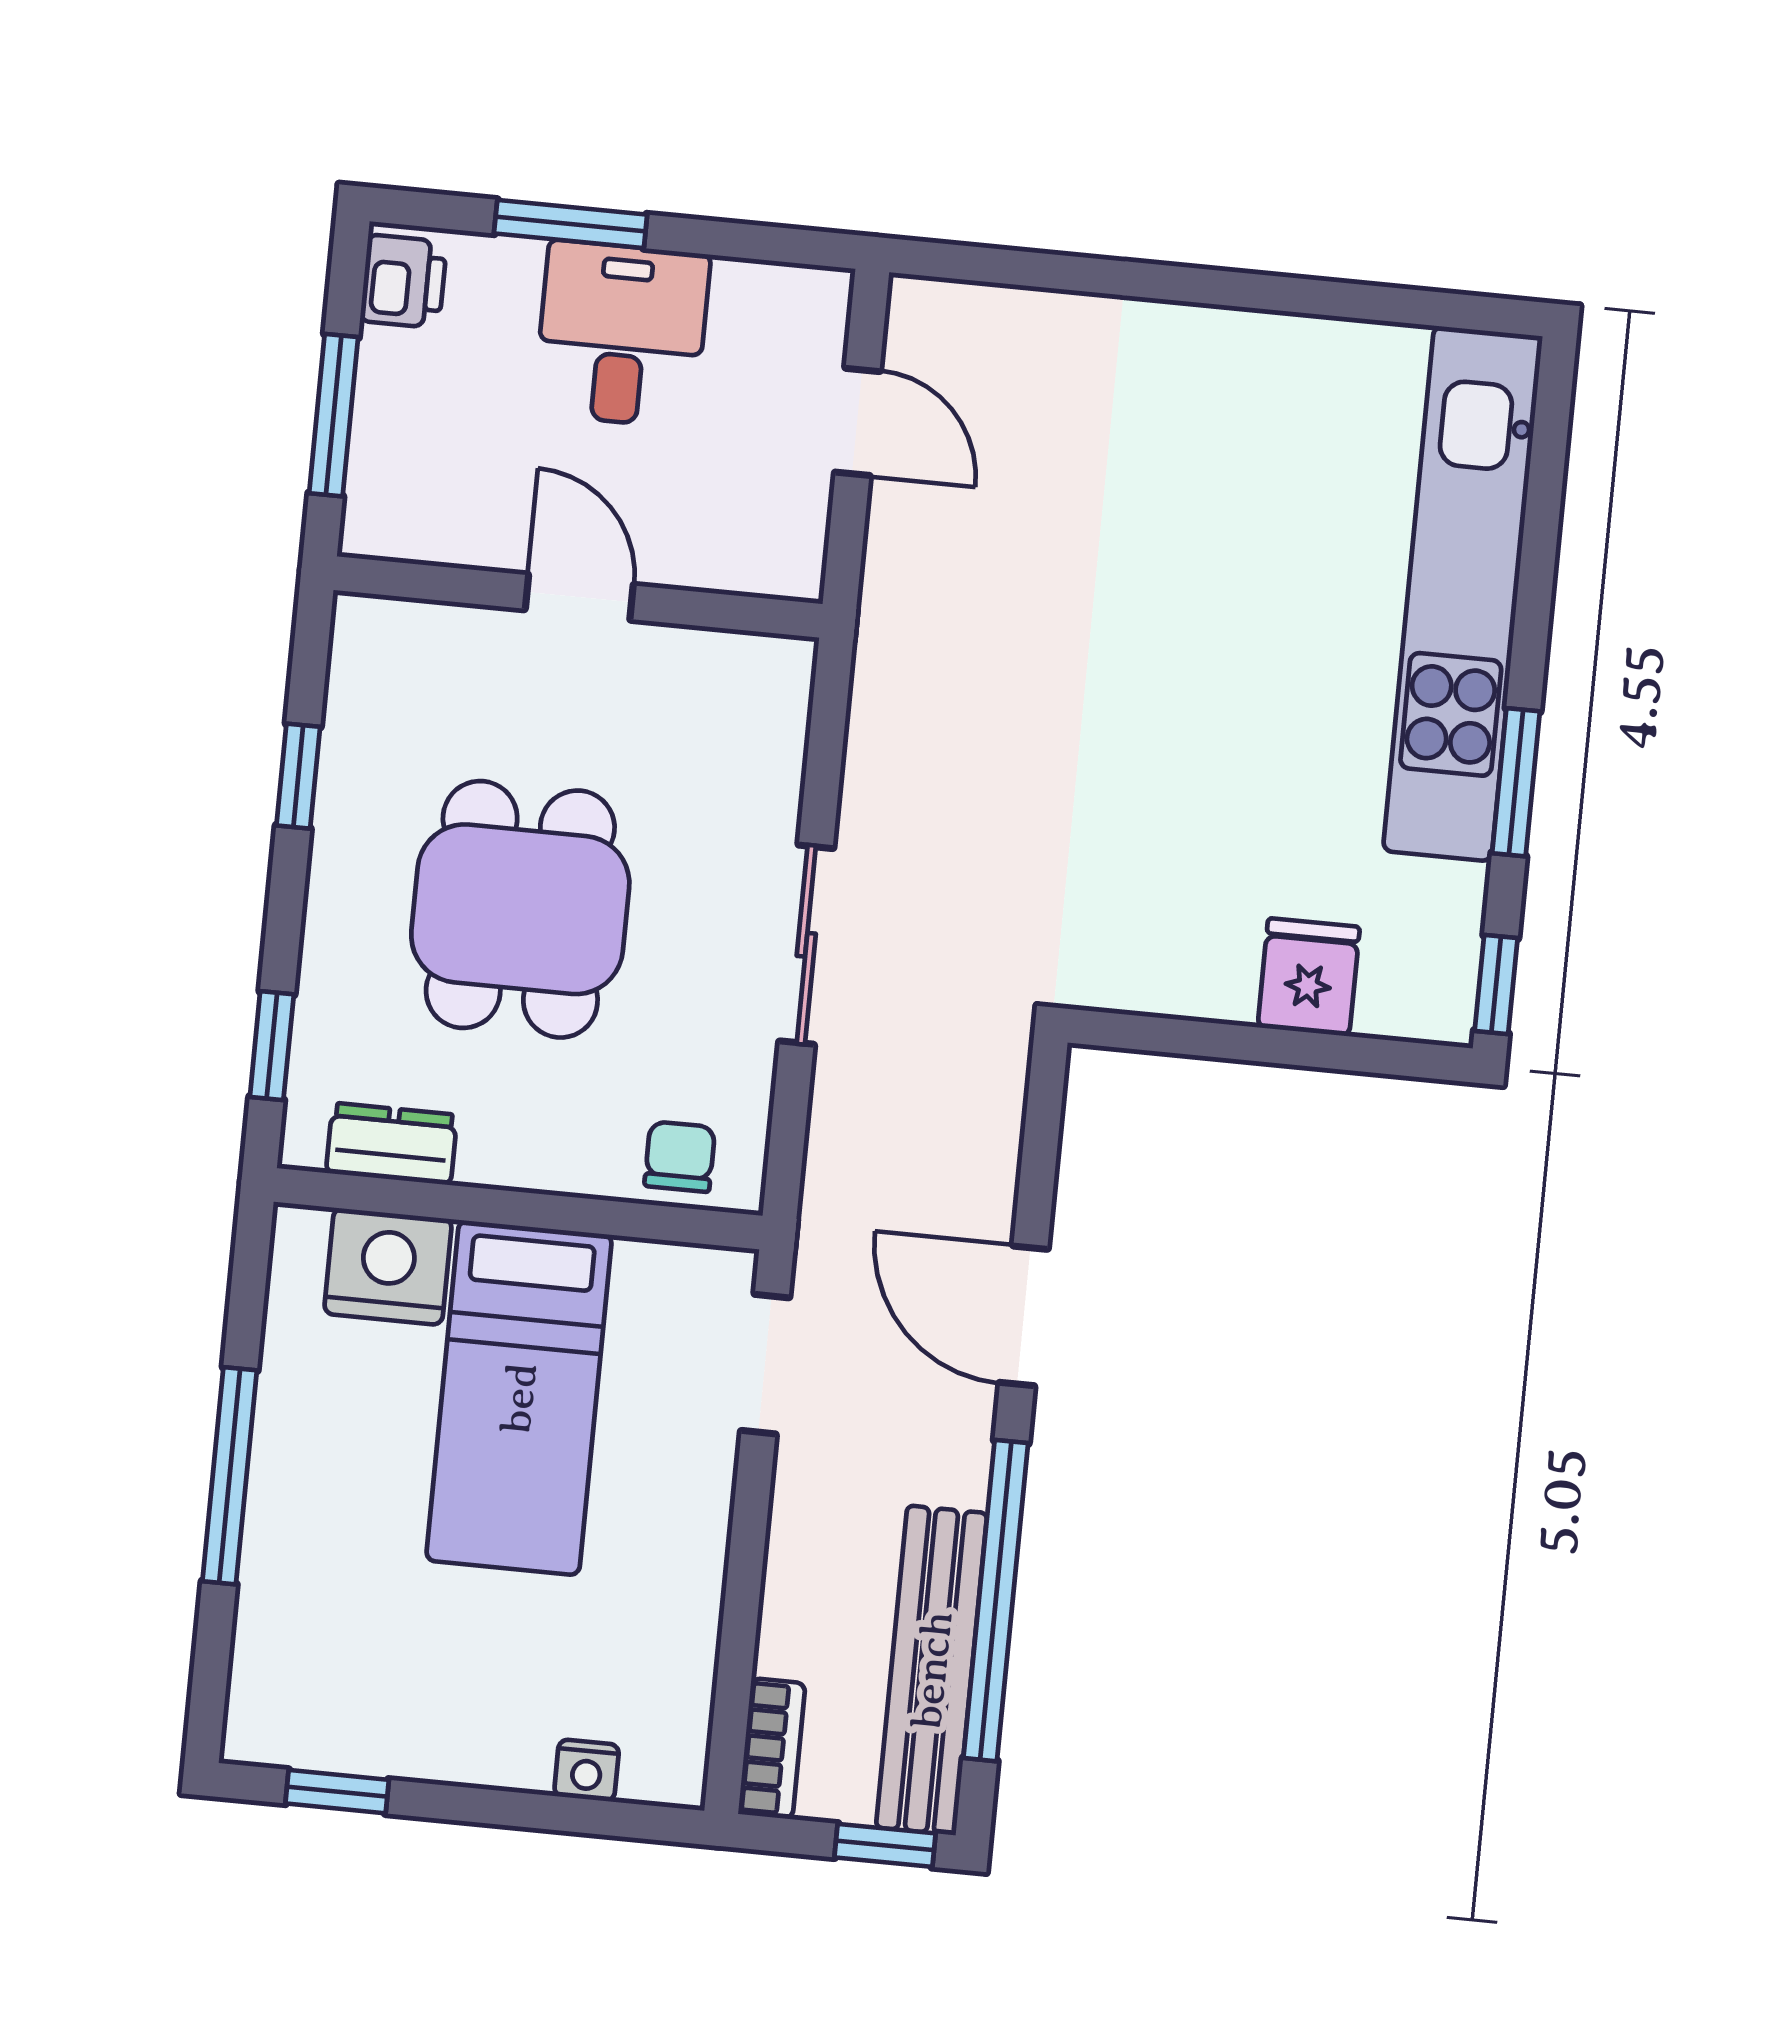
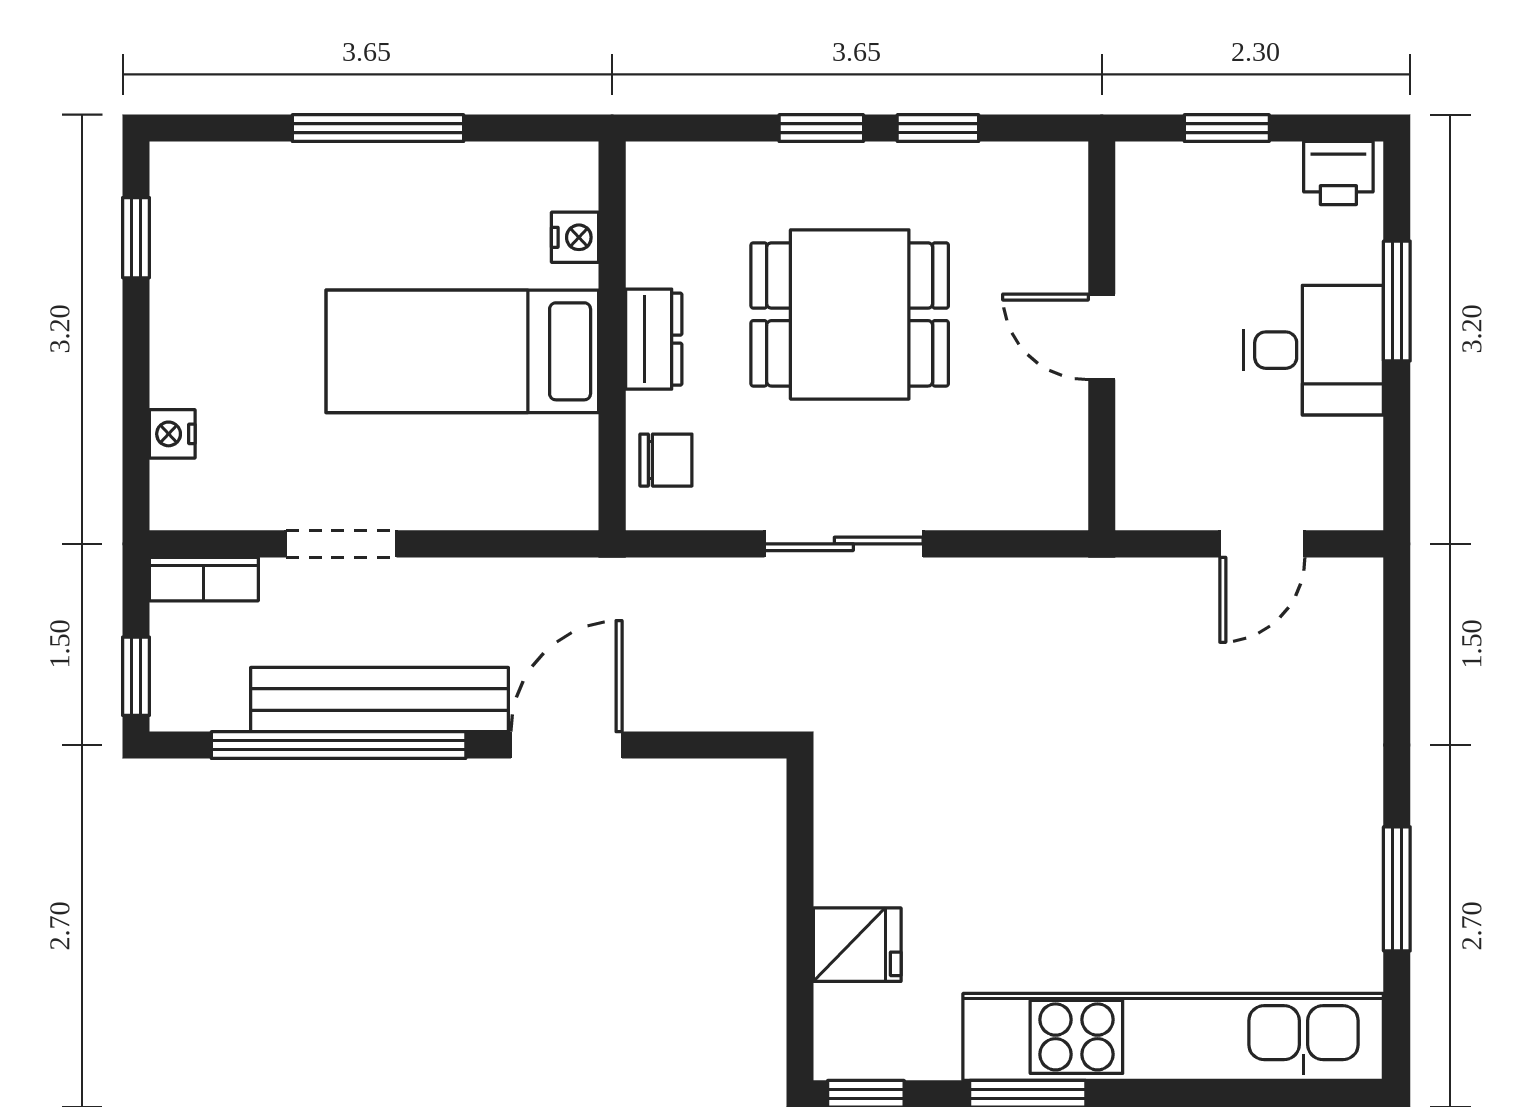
window: (1305, 296) -> (1397, 889), added
window: (334, 415) -> (1227, 128), width x0.67
door: (579, 597) -> (1102, 337), swing flipped
window: (272, 1046) -> (821, 128), moved
dresser: (392, 1144) -> (654, 339), moved
nightstand: (388, 1266) -> (575, 237), width x0.53, depth x0.56
doorway: (765, 1364) -> (341, 544), moved
bench: (932, 1670) -> (380, 700), moved

